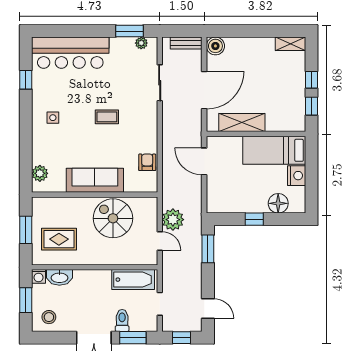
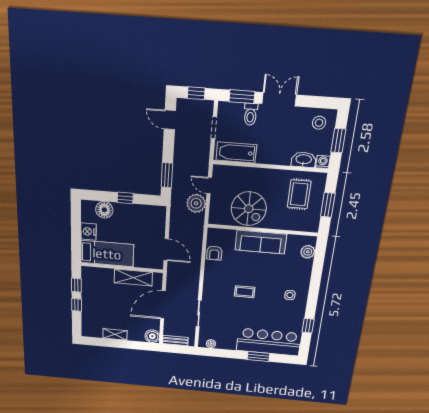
window: (130, 31) -> (258, 357), moved
shelving: (290, 44) -> (115, 334), moved
rug: (59, 239) -> (299, 194), turned 90

